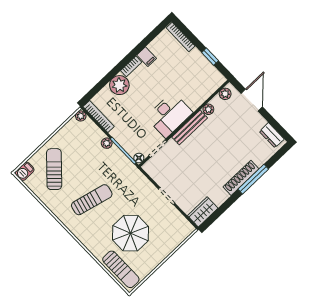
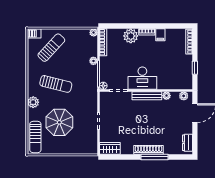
plant: (87, 238) -> (33, 102), added

